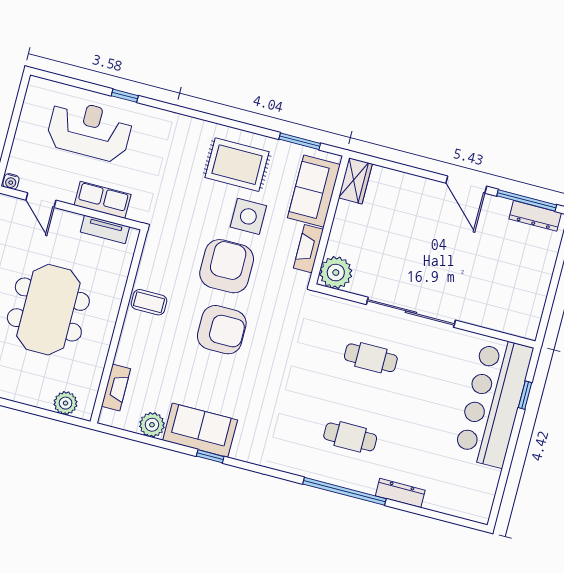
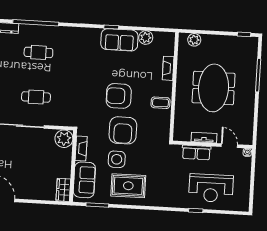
tv unit: (105, 229) -> (204, 138), moved
fireplace: (116, 387) -> (168, 68), moved

